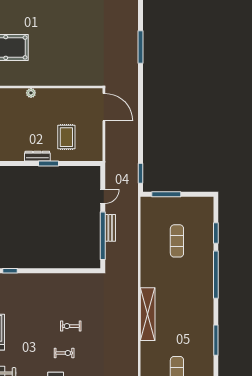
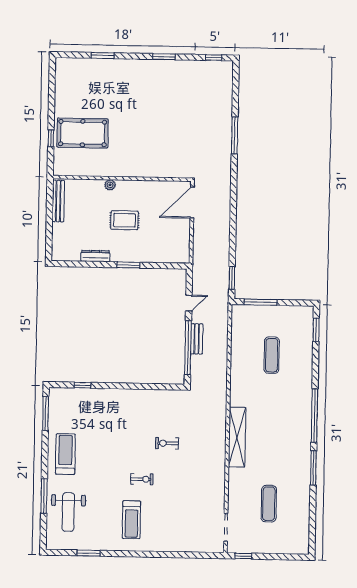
door: (104, 107) -> (192, 203), swing flipped
rug: (66, 137) -> (124, 220), moved, turned 90
dresser: (37, 156) -> (95, 256), moved
window: (216, 233) -> (316, 330), moved
window: (216, 275) -> (314, 416), moved
exercise bike: (71, 326) -> (167, 443), moved

